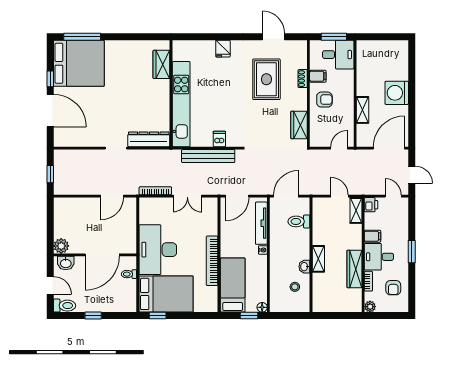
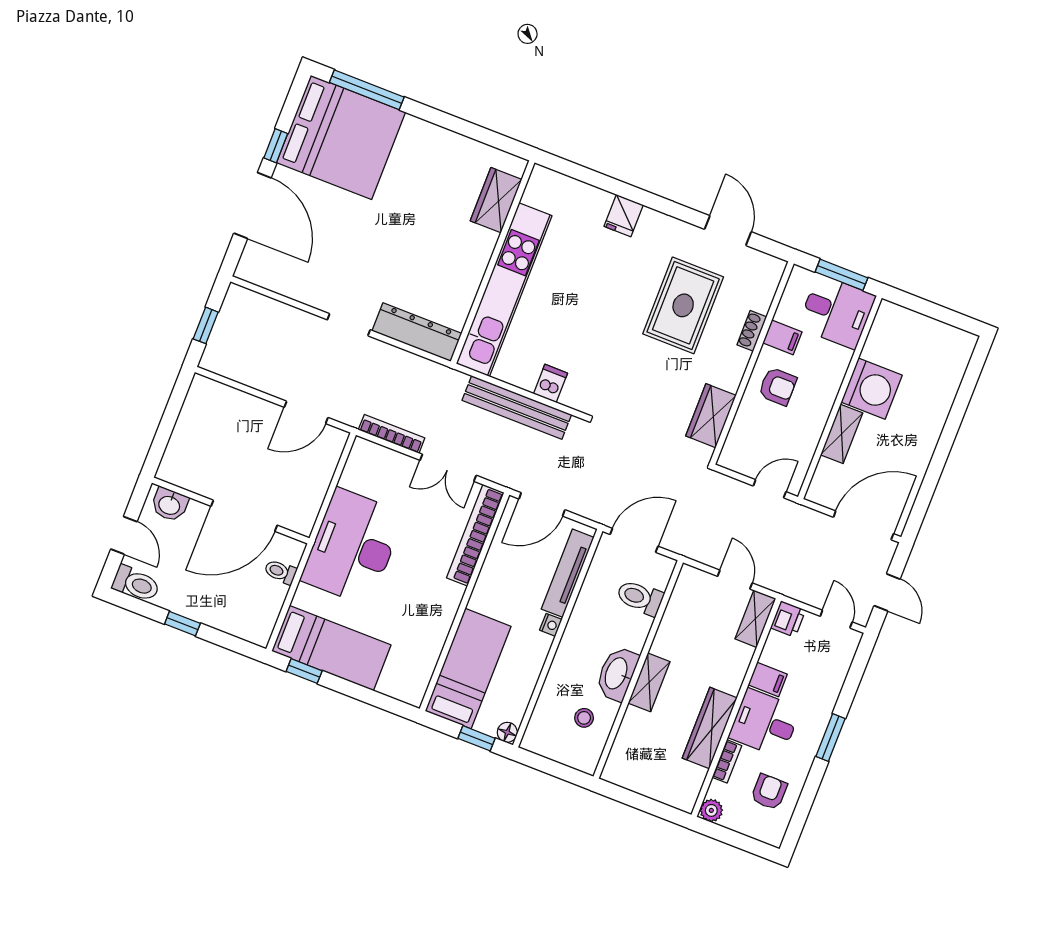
washing machine: (397, 93) -> (872, 389), moved, turned 180
plant: (61, 246) -> (173, 469), removed
bookcase: (212, 261) -> (475, 535), moved
washbasin: (304, 267) -> (617, 674), width x1.91, depth x1.45
armchair: (393, 288) -> (769, 792), turned 180
bed: (166, 294) -> (331, 648), width x0.67

